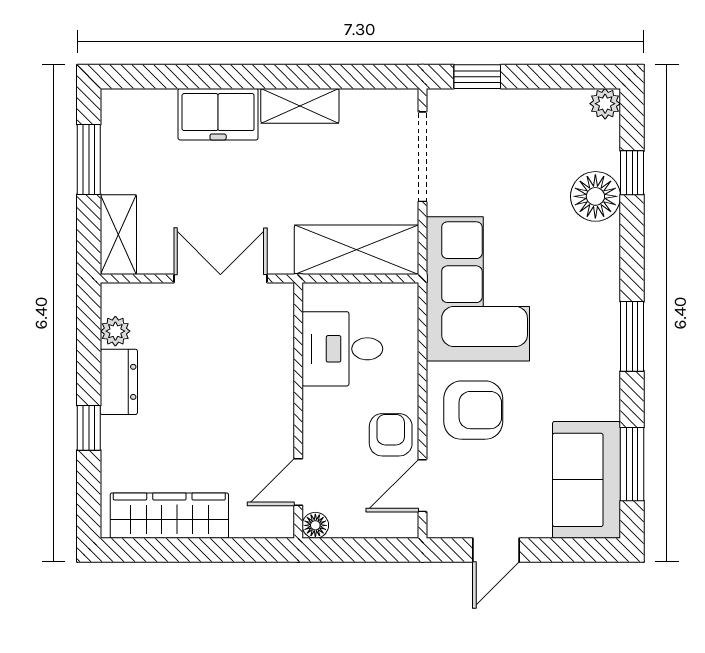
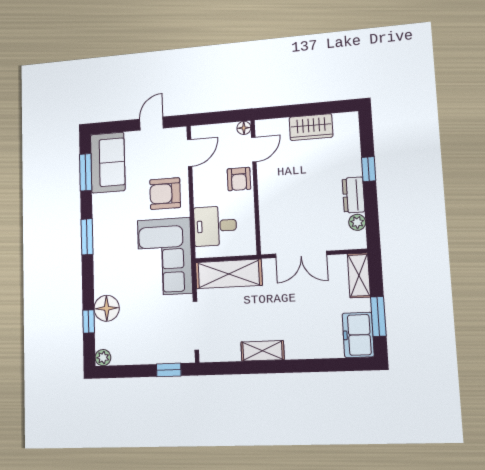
freezer: (218, 114) -> (358, 335), moved, turned -90
desk: (342, 349) -> (215, 226), moved, turned 180
armchair: (391, 435) -> (239, 179), moved
wardrobe: (169, 516) -> (311, 127), width x0.67

